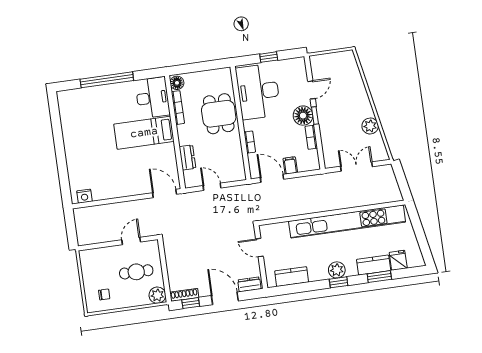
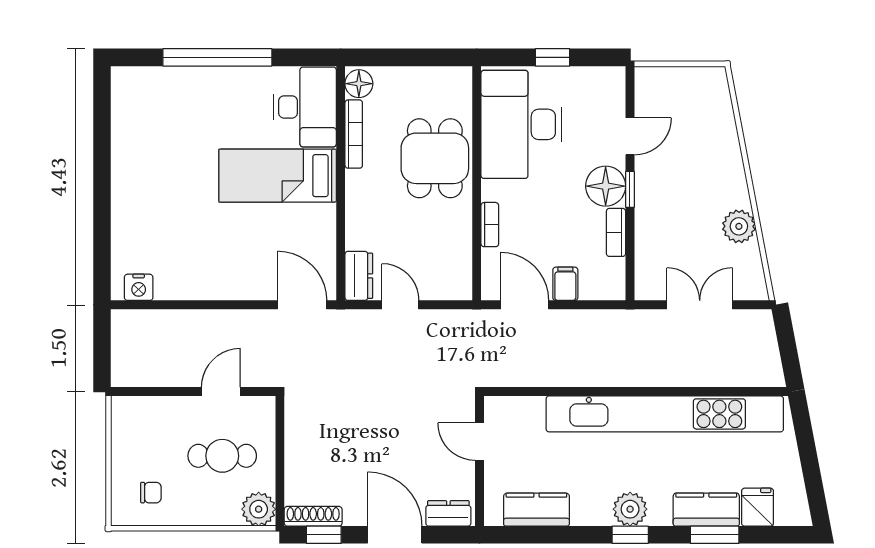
dresser: (187, 158) -> (359, 276), moved

